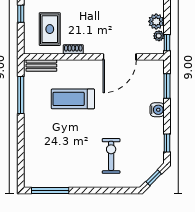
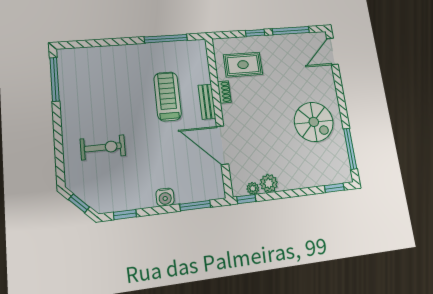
bench: (41, 66) -> (207, 102), moved

